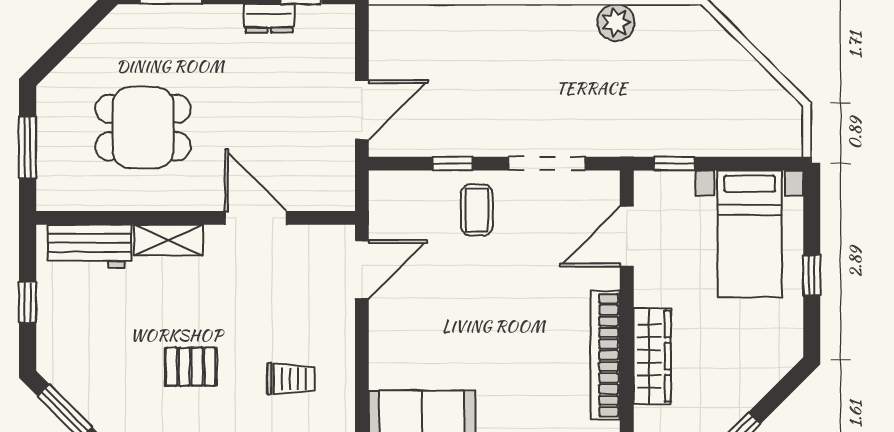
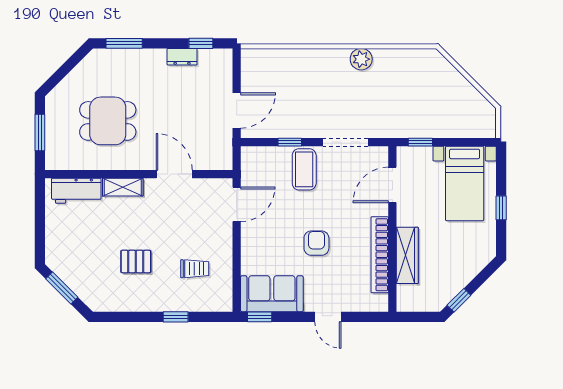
plant: (616, 23) -> (361, 59), moved
coffee table: (477, 210) -> (304, 169), width x1.36, depth x1.30
window: (28, 302) -> (40, 224), removed
armchair: (498, 335) -> (316, 243), added

